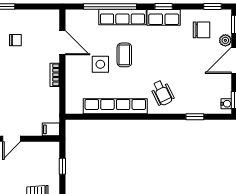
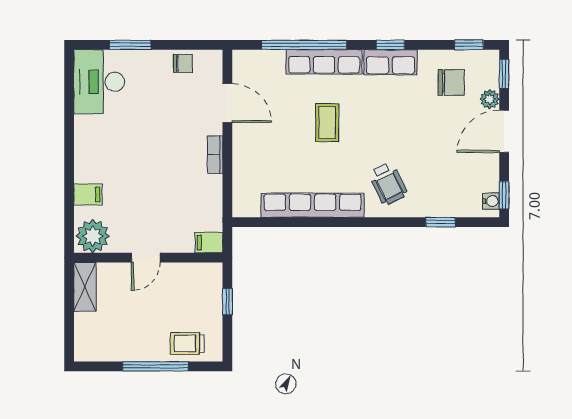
chair: (15, 40) -> (183, 63), moved
side table: (100, 64) -> (288, 138), removed

